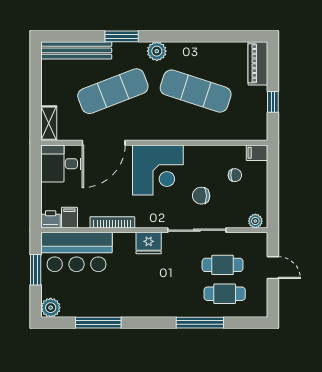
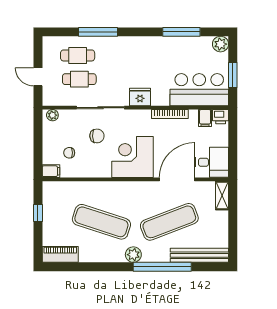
window: (122, 36) -> (162, 267), width x2.11
piano: (258, 63) -> (60, 254), moved, turned -90

